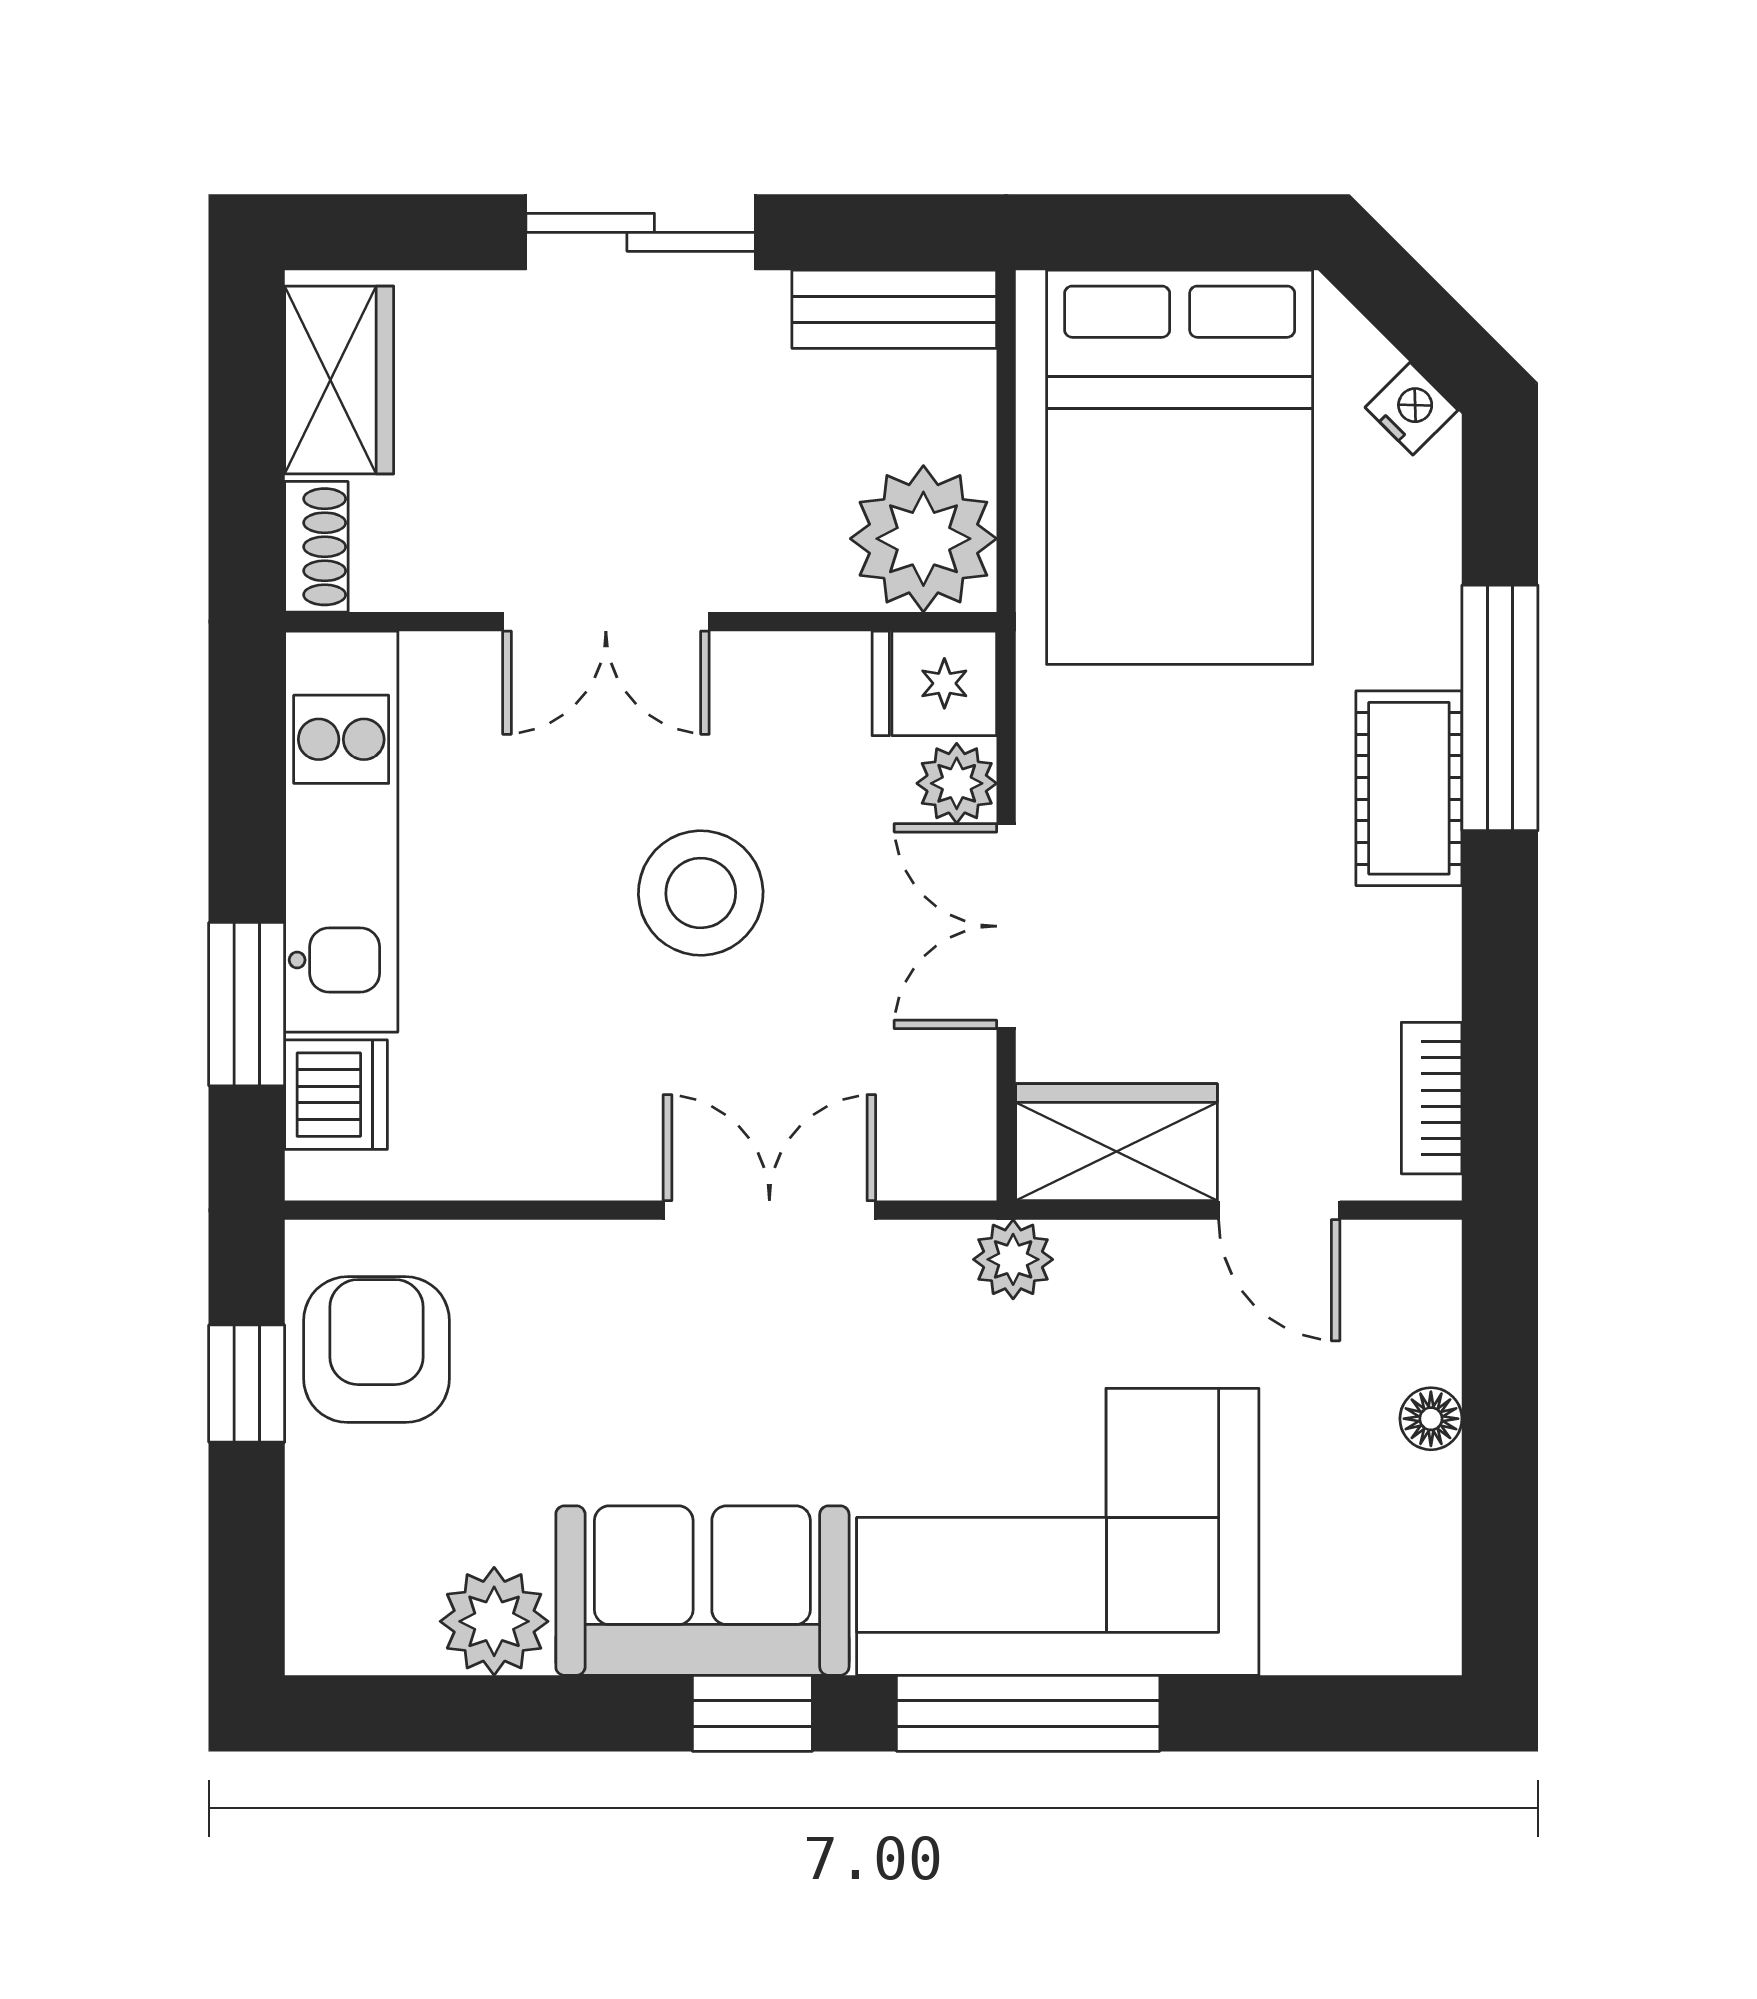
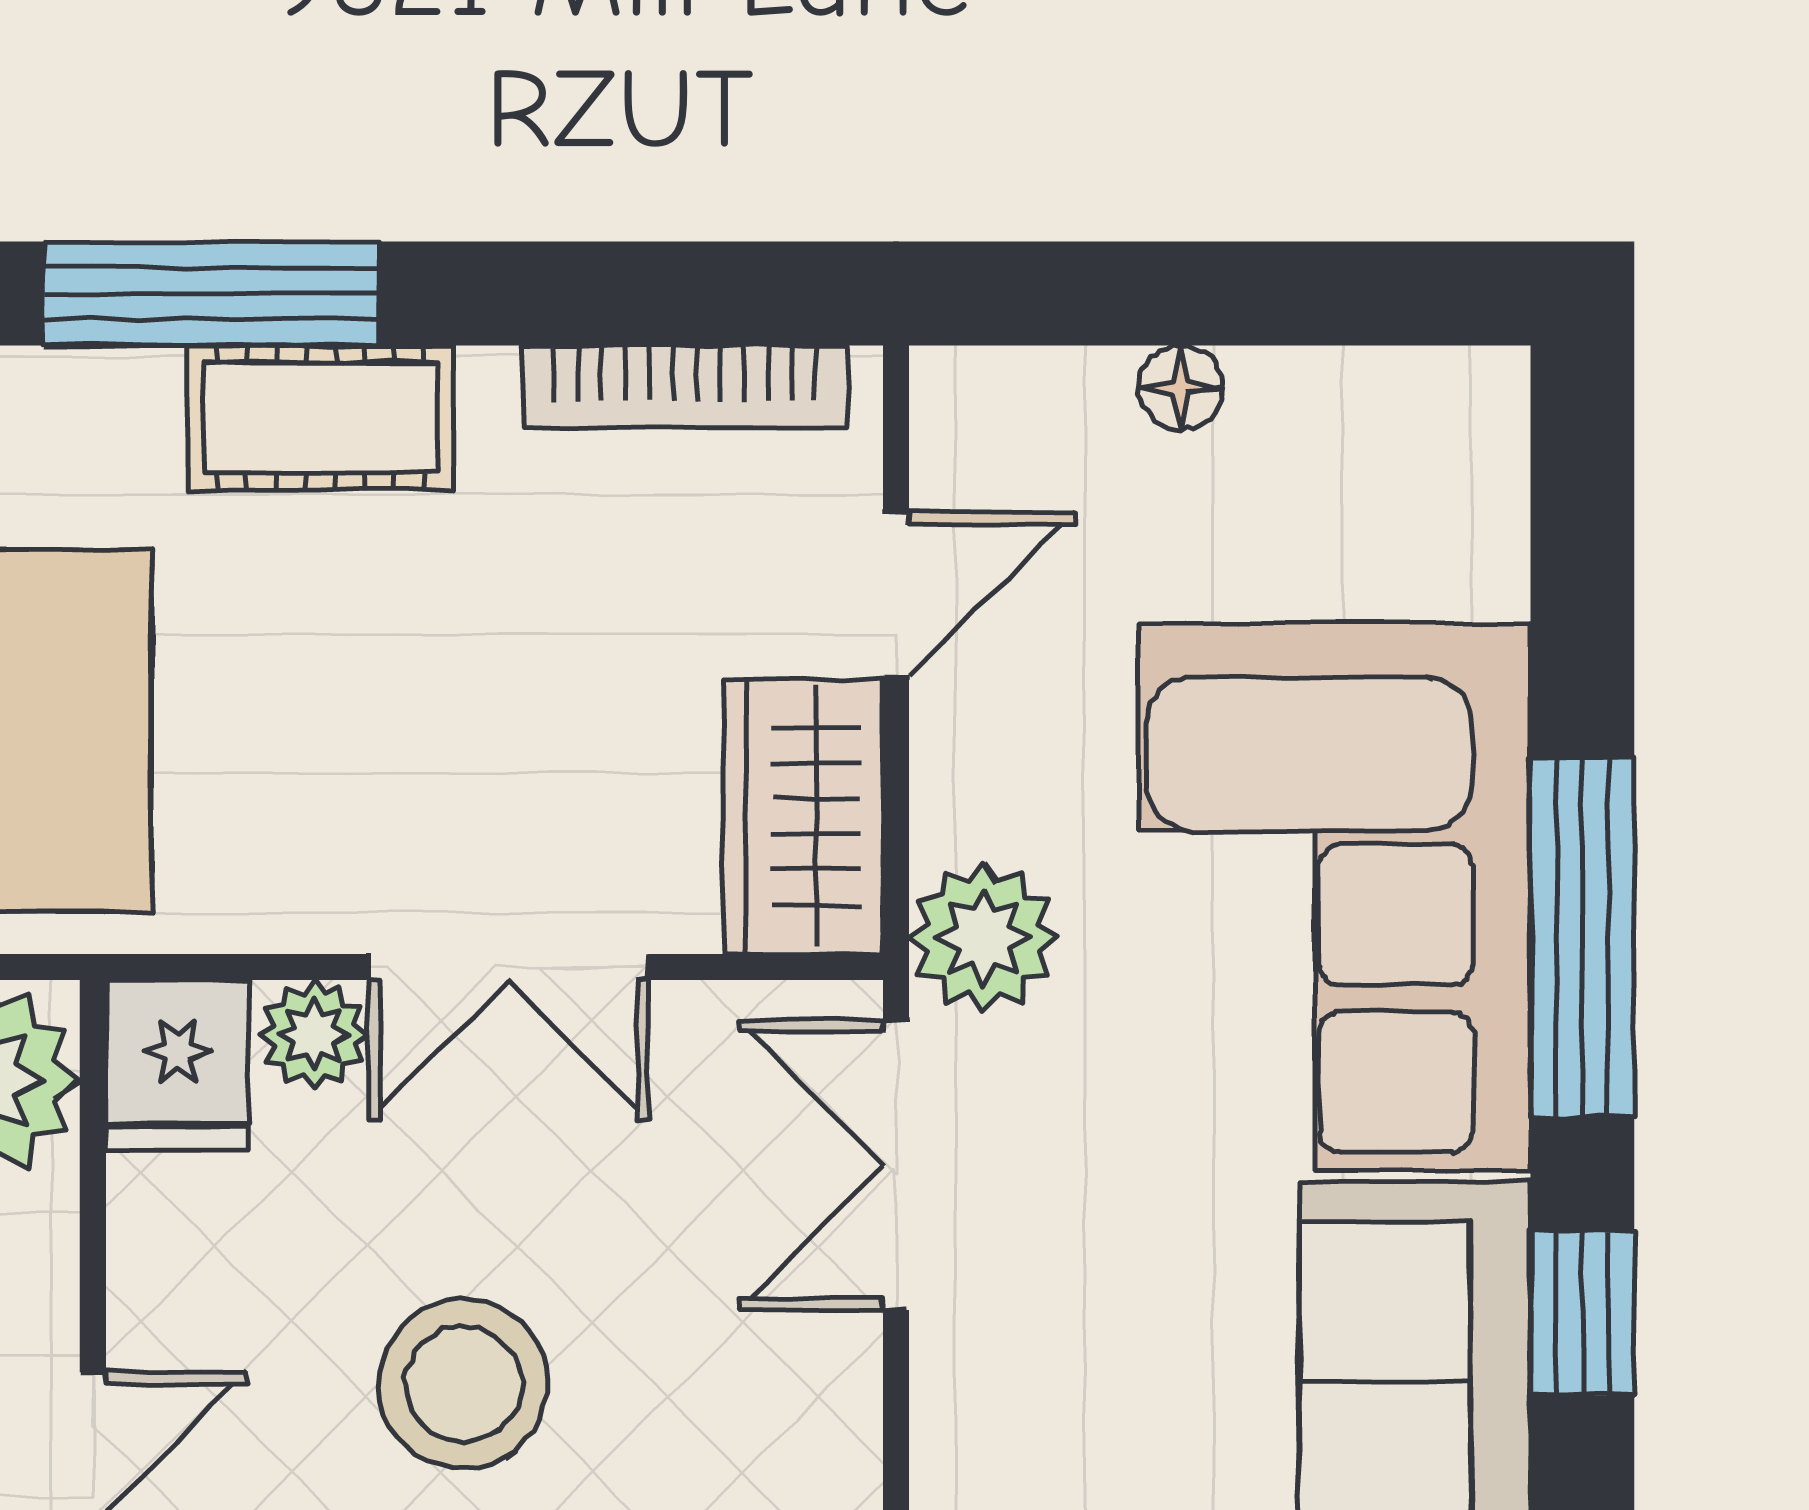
bookcase: (1432, 1098) -> (685, 387), width x1.56
double door: (769, 1210) -> (896, 1165), moved
plant: (1013, 1259) -> (983, 937), width x1.38, depth x1.38

